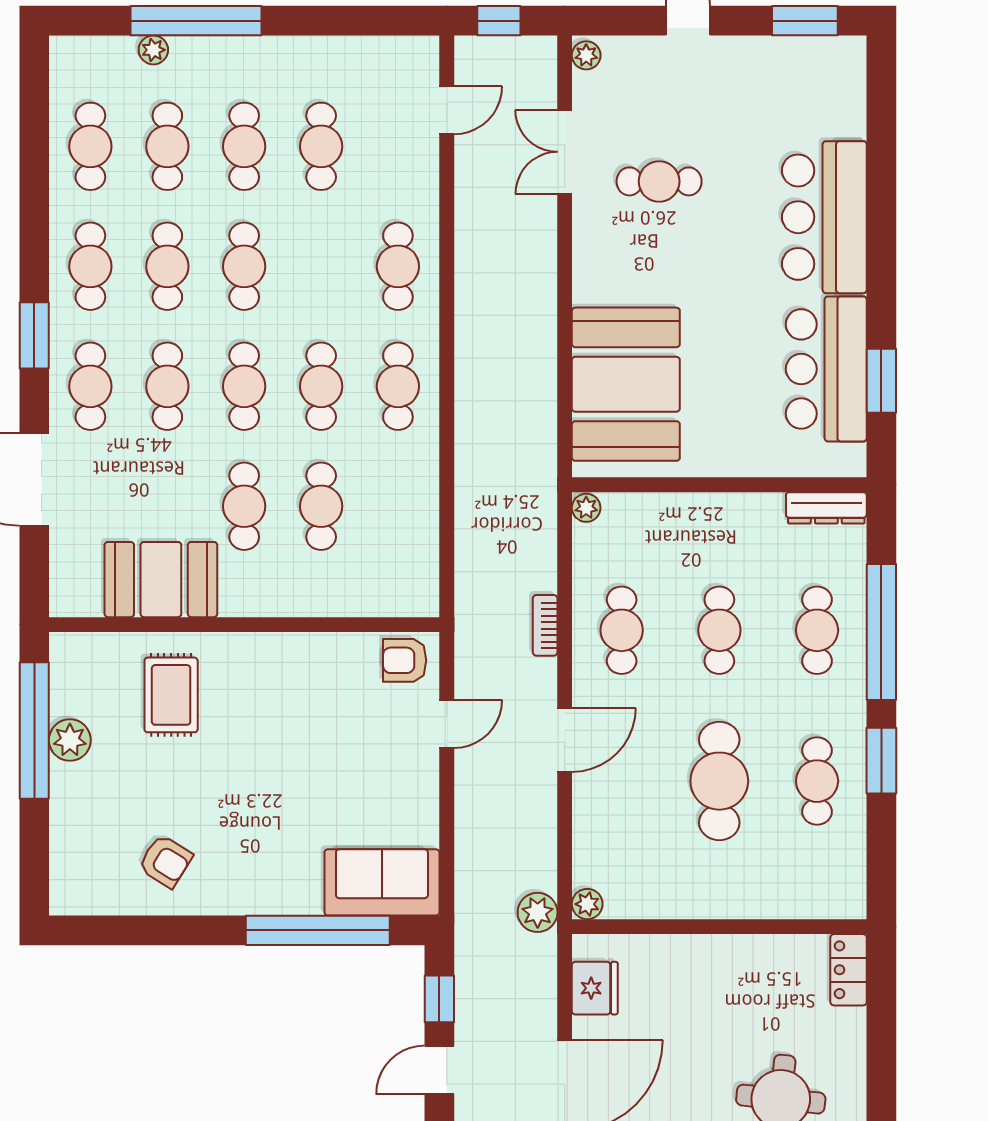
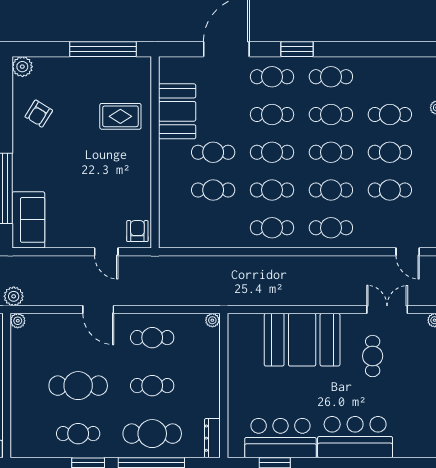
cafe table: (90, 146) -> (331, 190), moved
booth: (626, 384) -> (302, 340), moved
bookcase: (545, 625) -> (155, 300), removed
cafe table: (817, 630) -> (152, 434), width x1.37, depth x1.35
plant: (70, 740) -> (22, 67), moved

